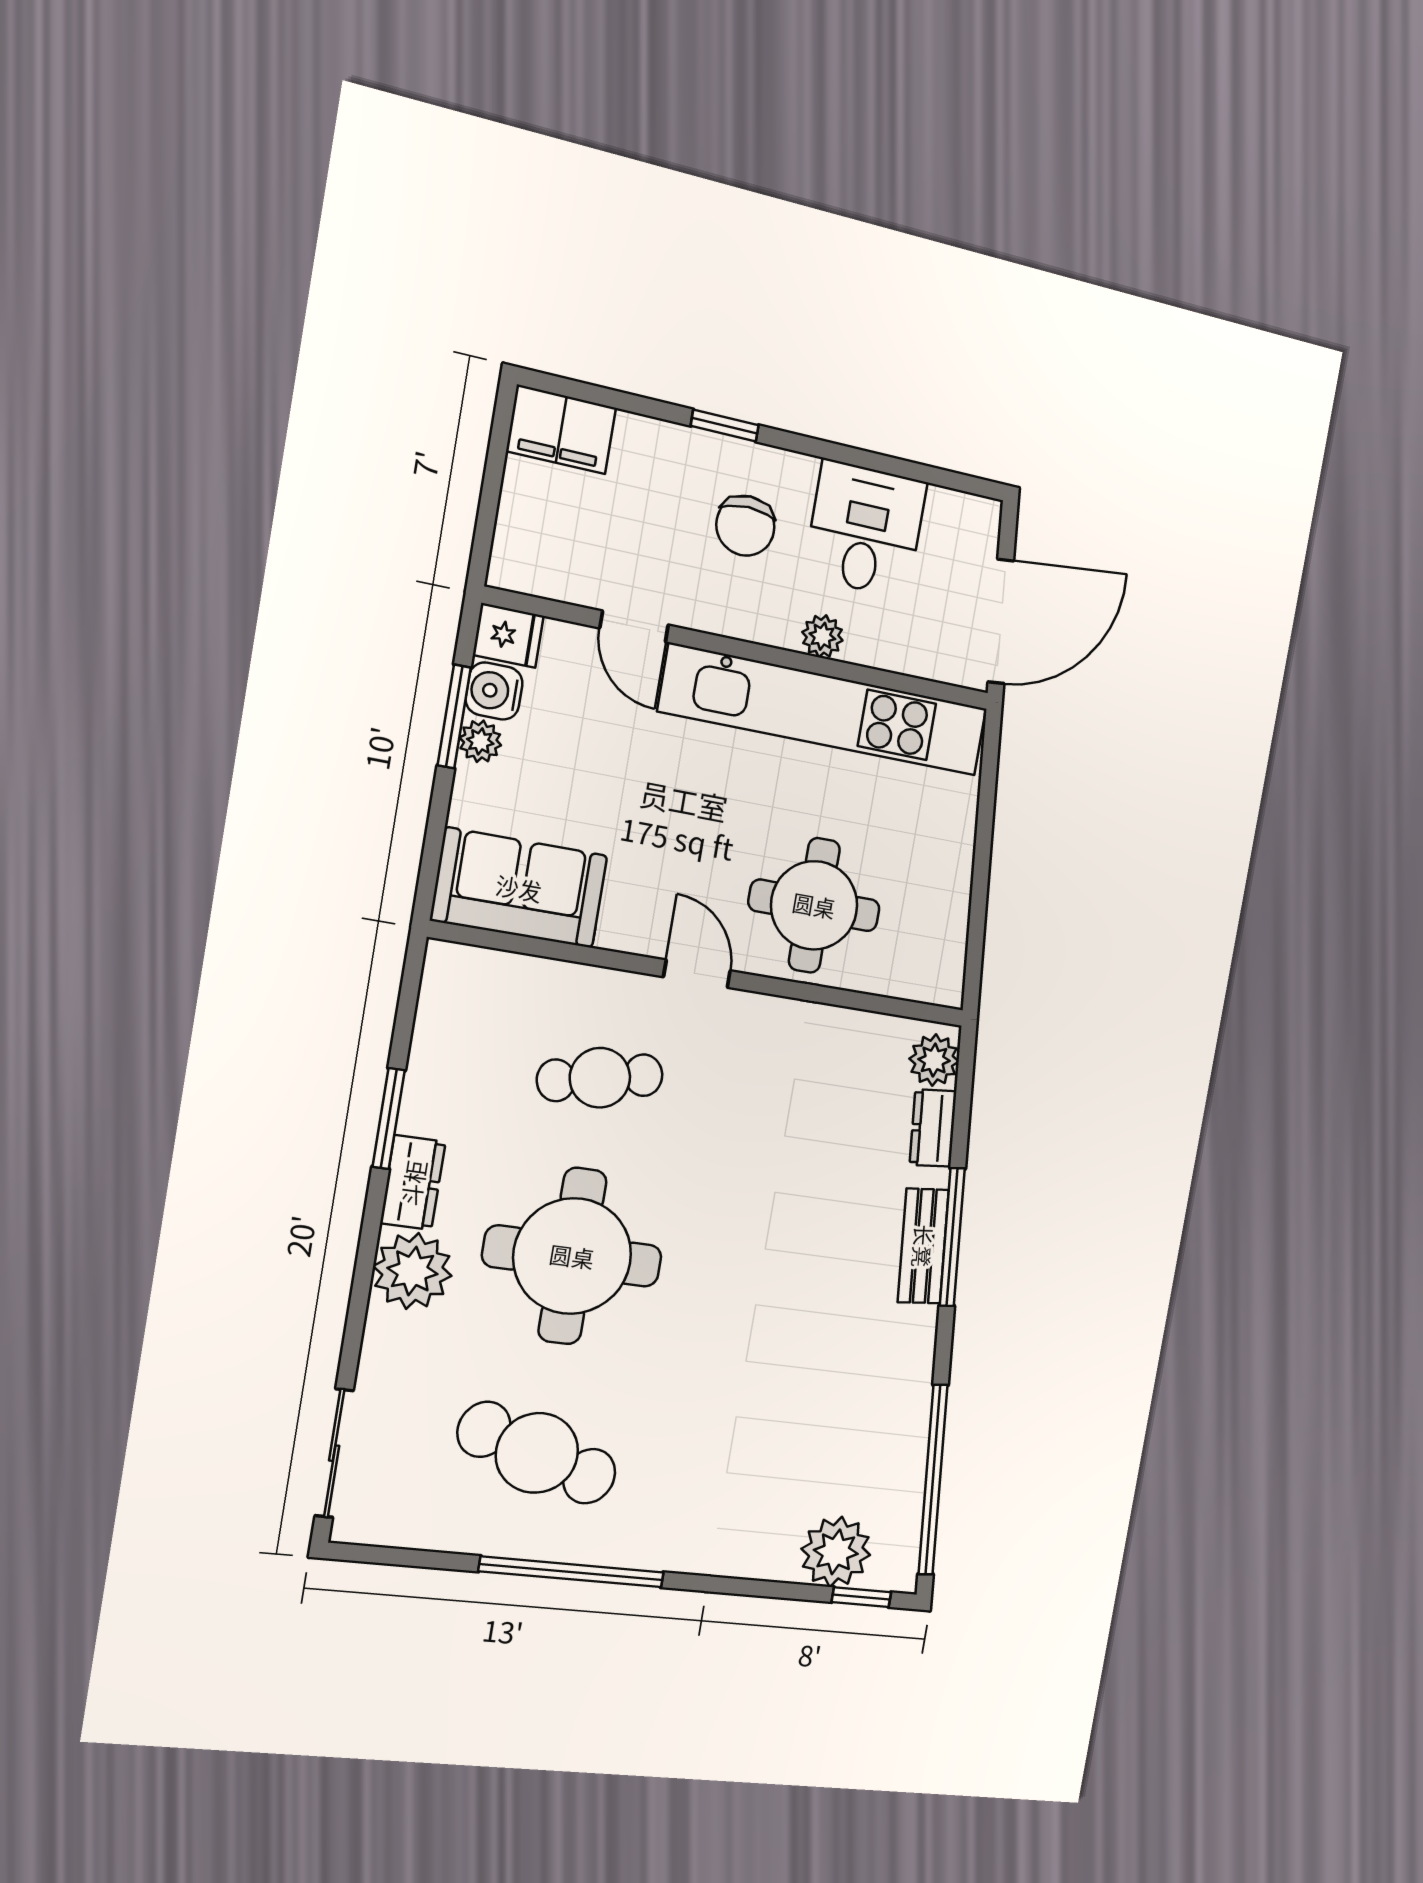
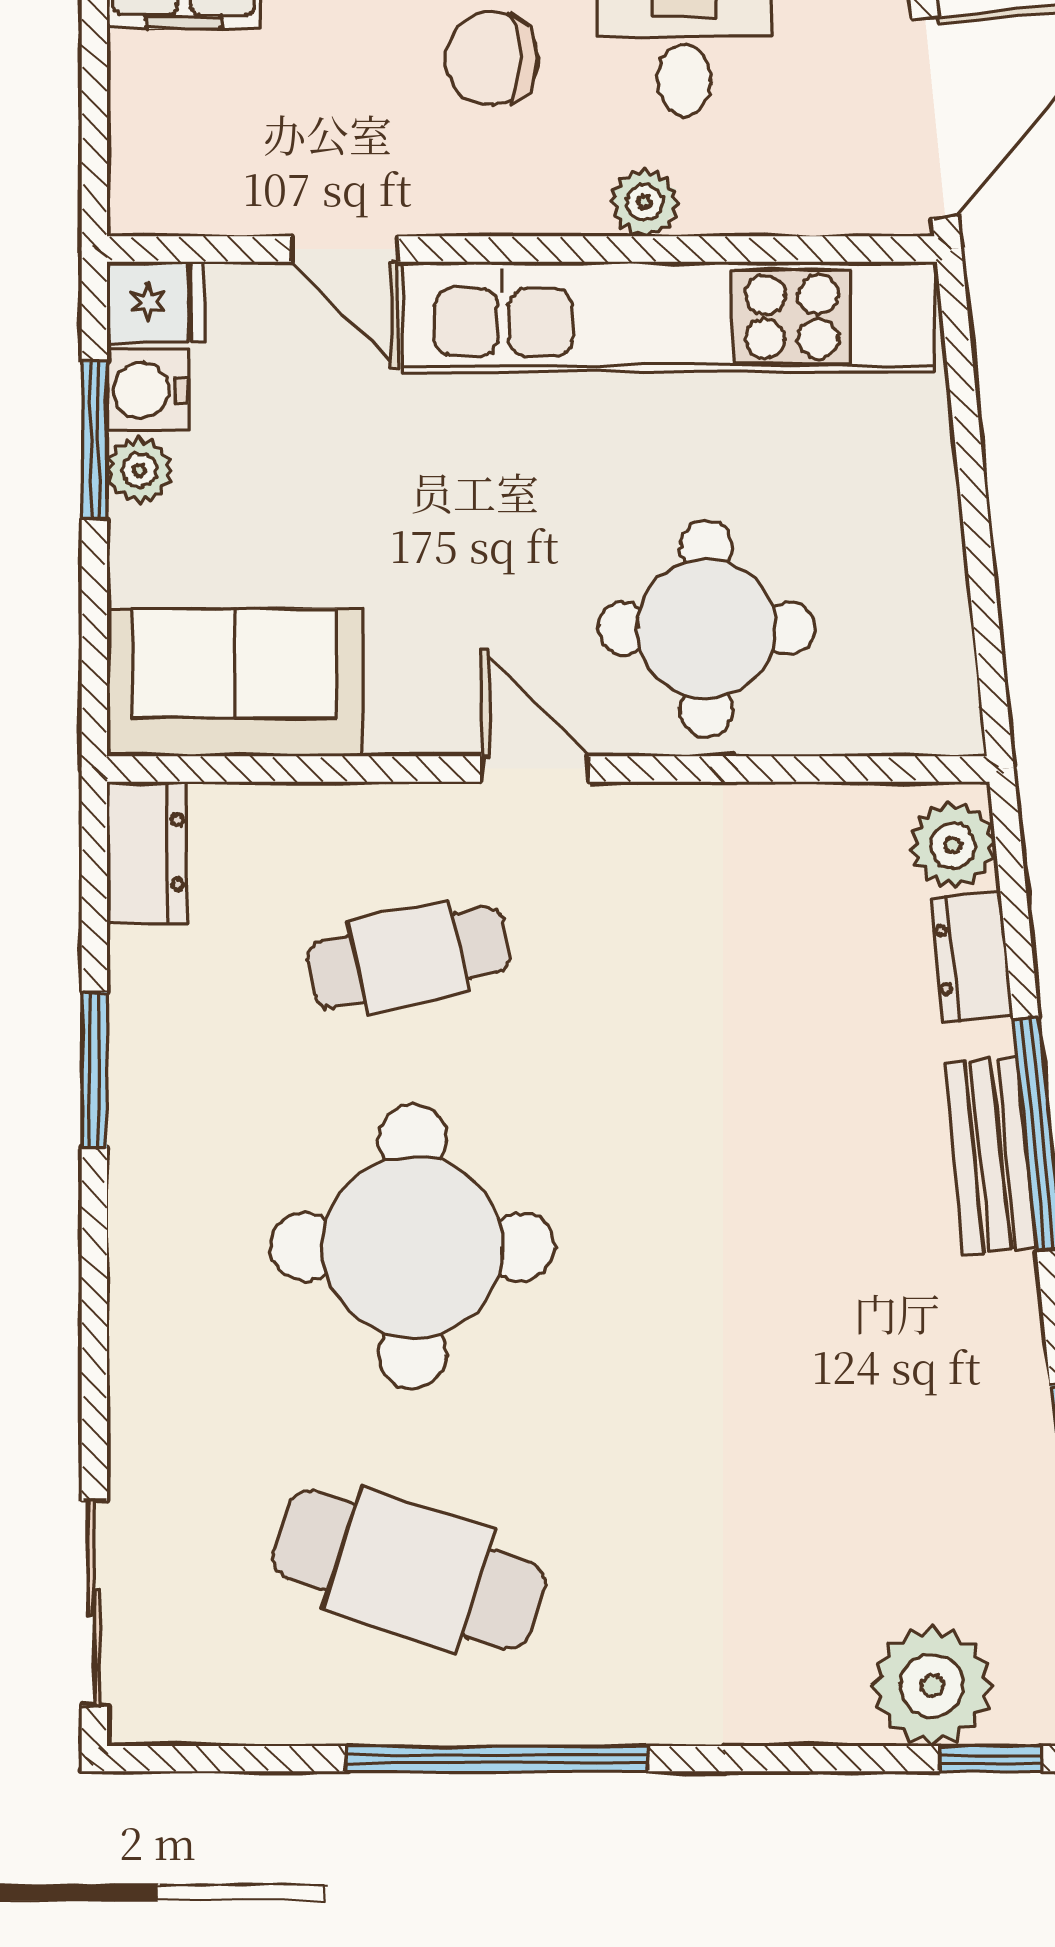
chair: (745, 526) -> (492, 58), turned 90
dresser: (413, 1183) -> (147, 852), moved
plant: (412, 1271) -> (168, 1302), removed

